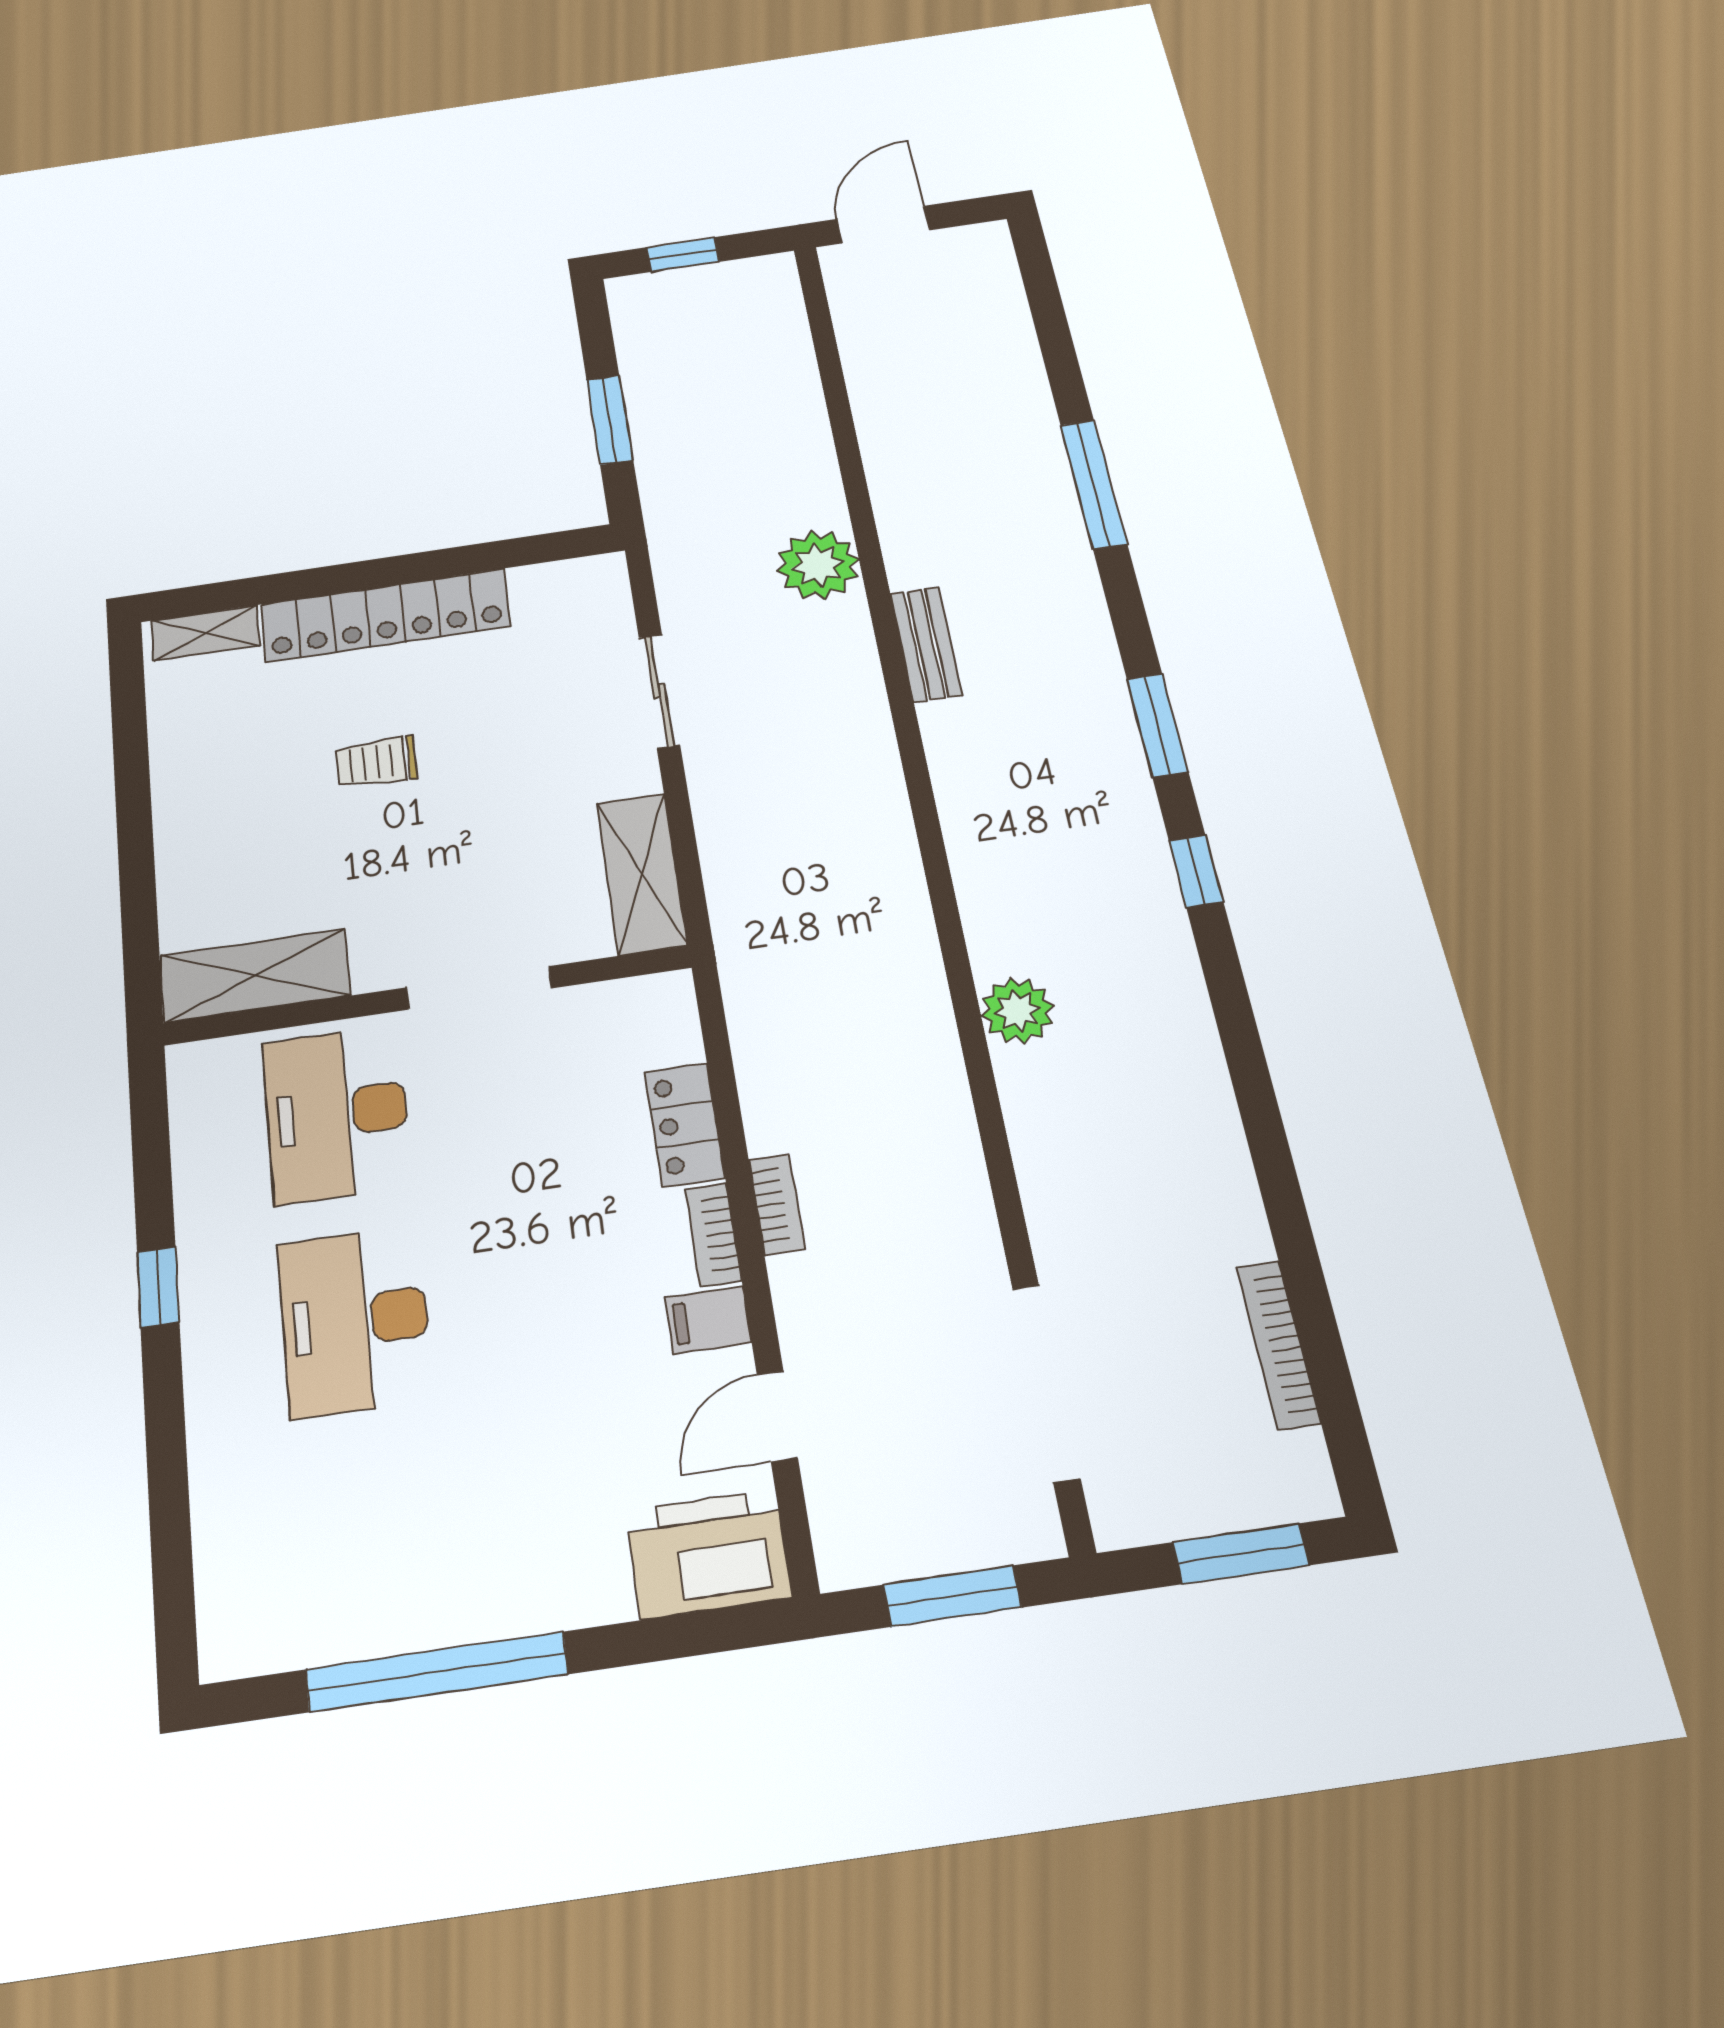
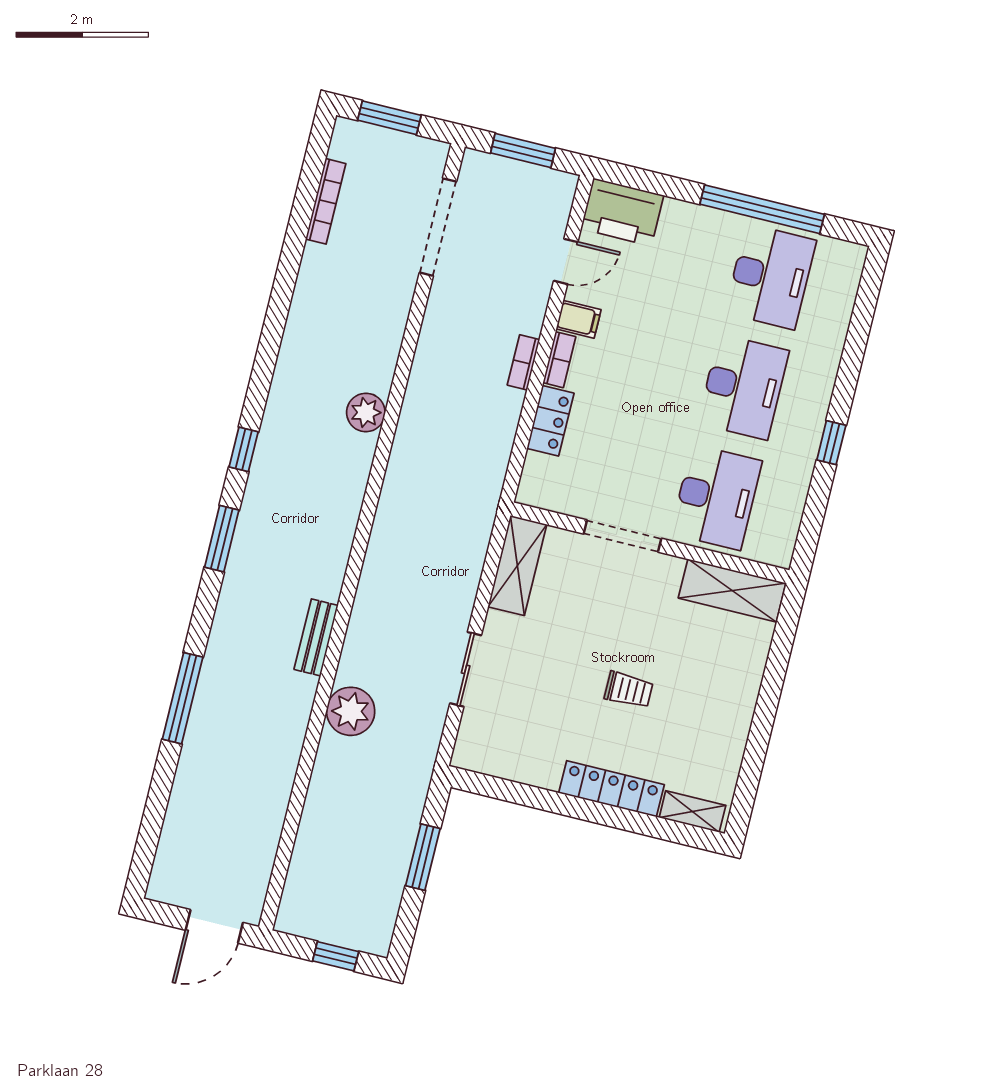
locker: (385, 615) -> (612, 789), width x0.71, depth x0.83
desk: (375, 1546) -> (770, 277), added

